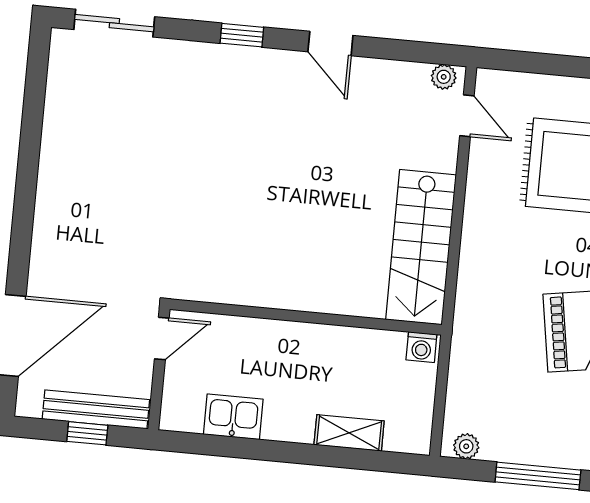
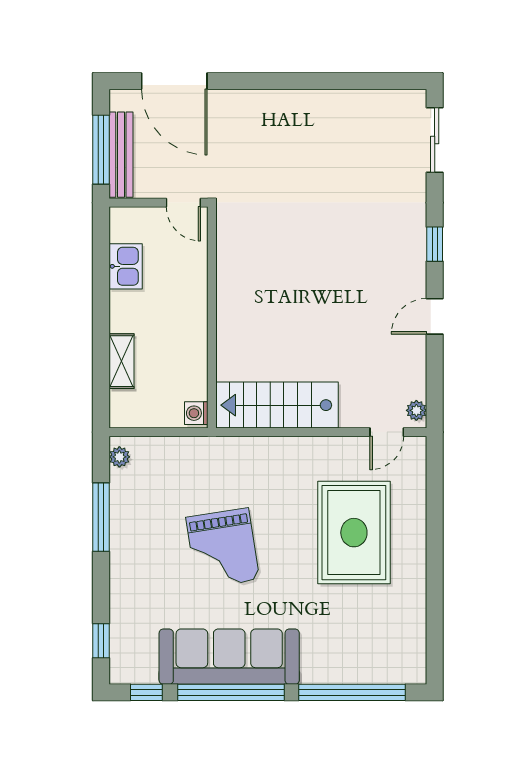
window: (87, 433) -> (101, 150), width x2.17

